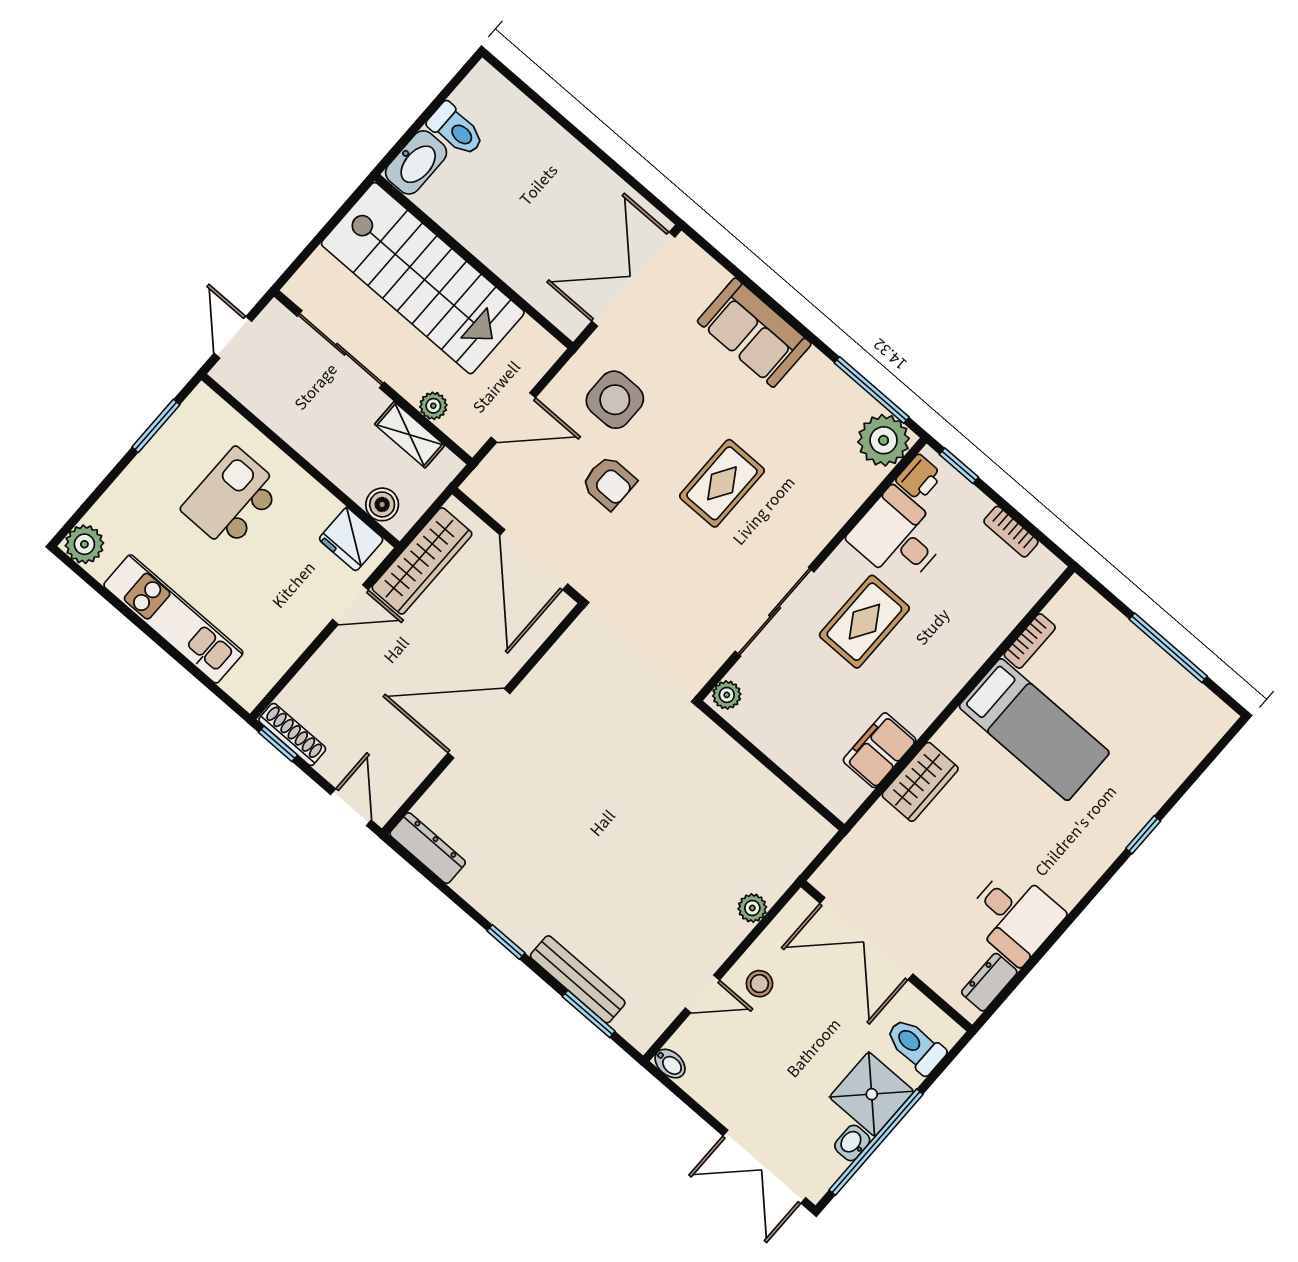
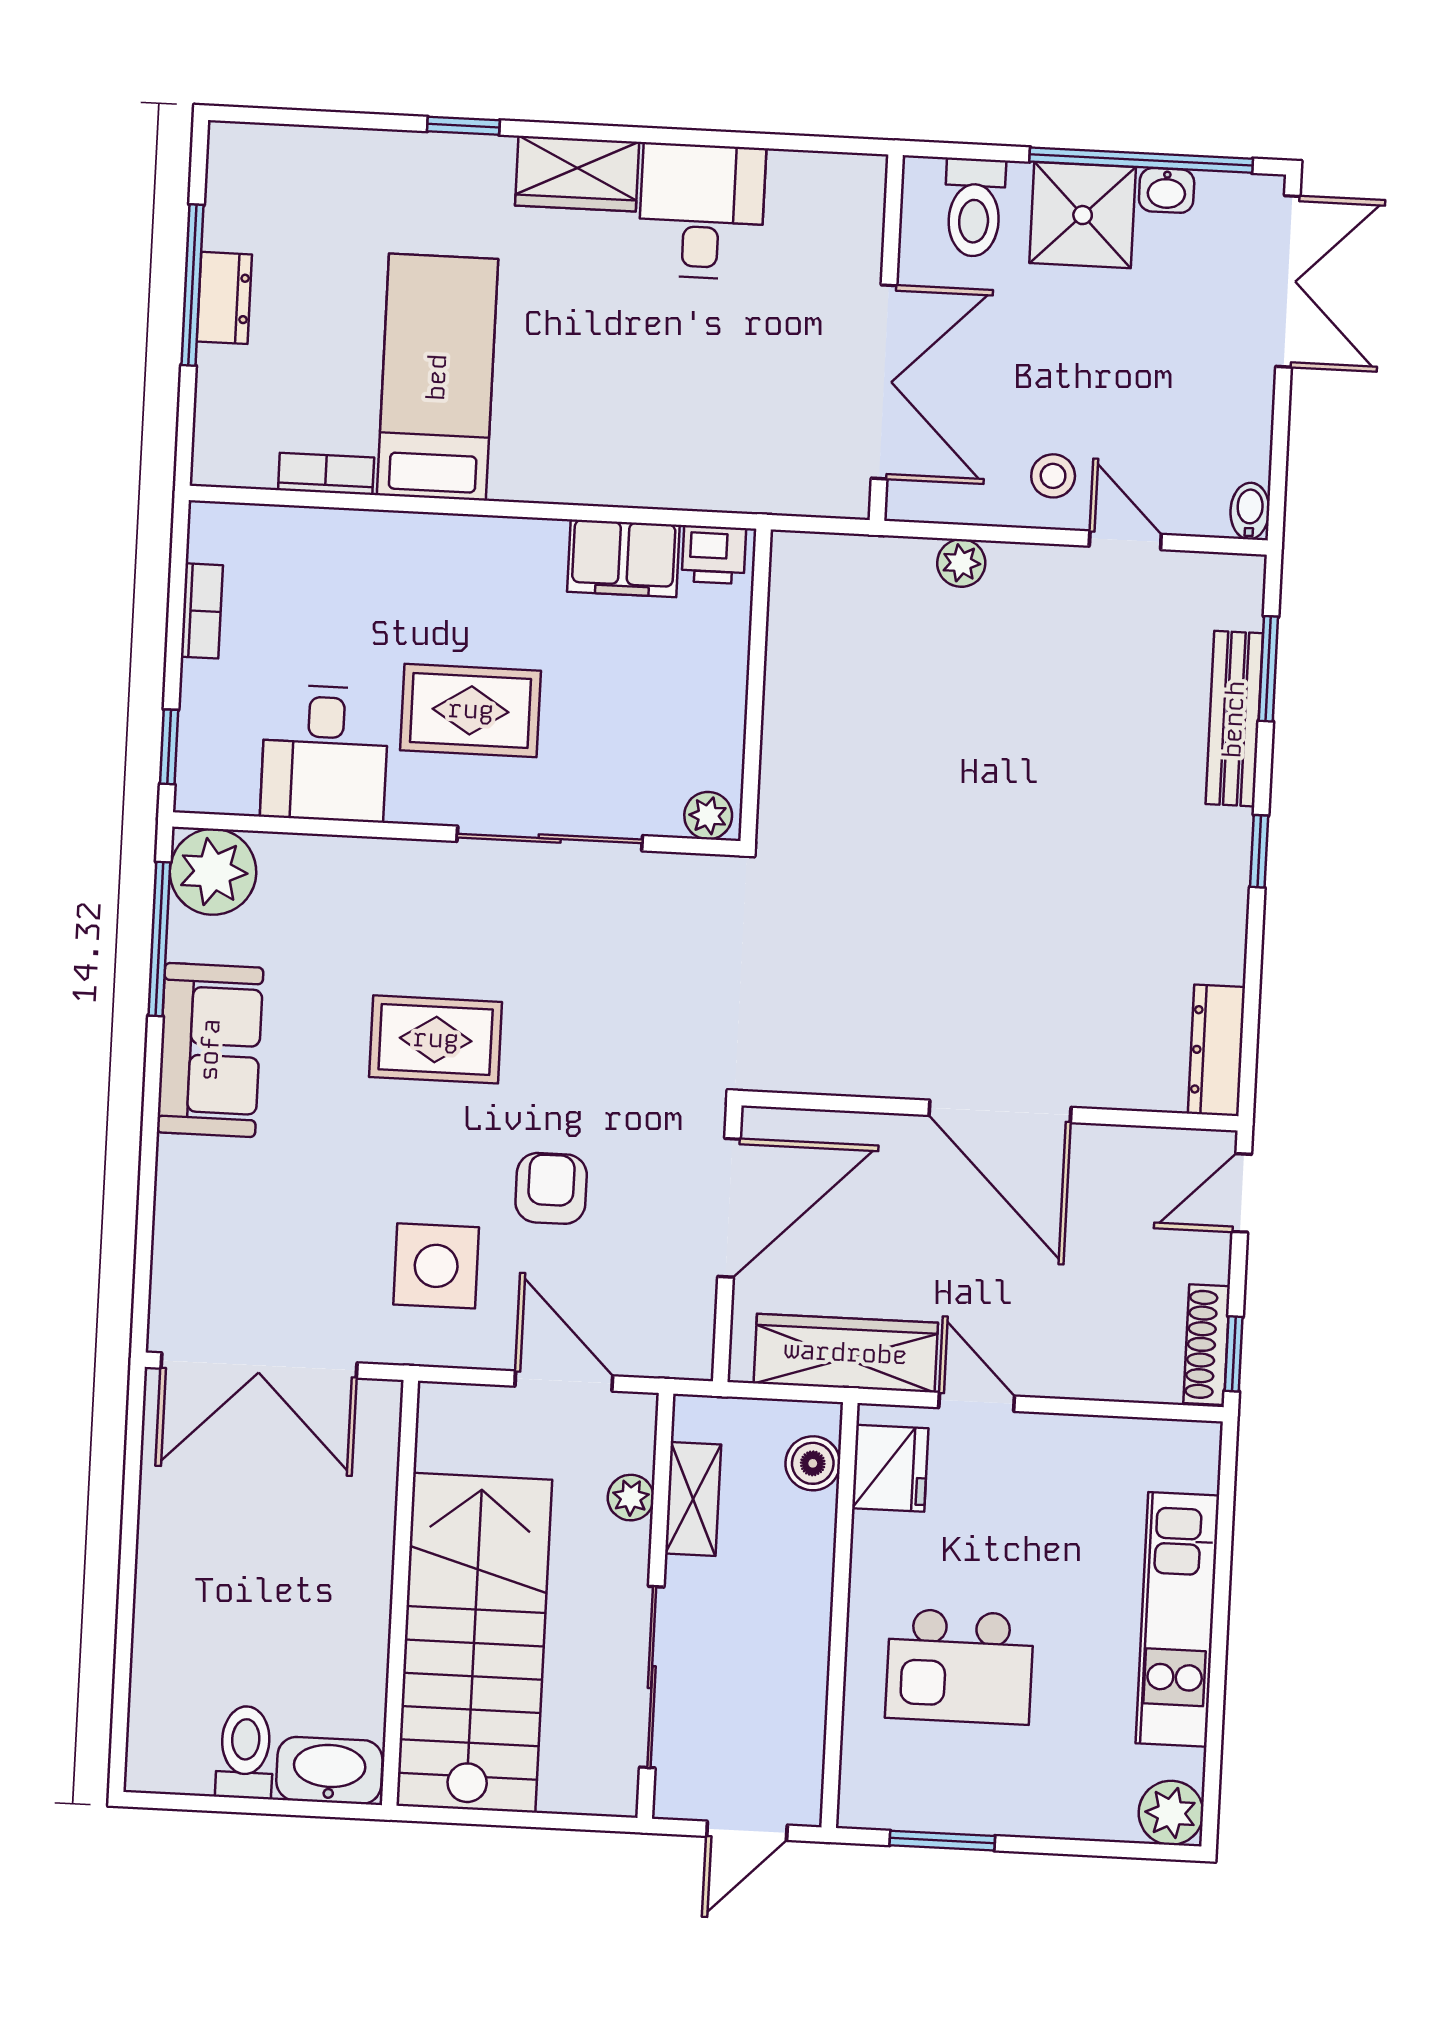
sofa: (754, 333) -> (210, 1050), moved
printer: (919, 478) -> (714, 555), moved, turned 180
wardrobe: (920, 782) -> (577, 174), moved, turned 180
dresser: (989, 982) -> (224, 298), moved, turned -90

